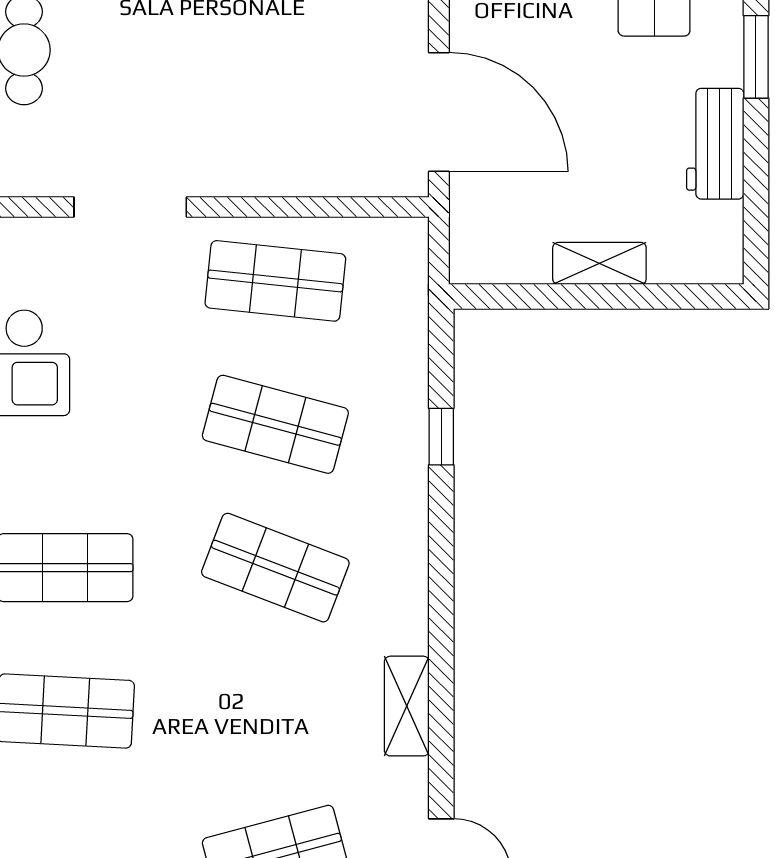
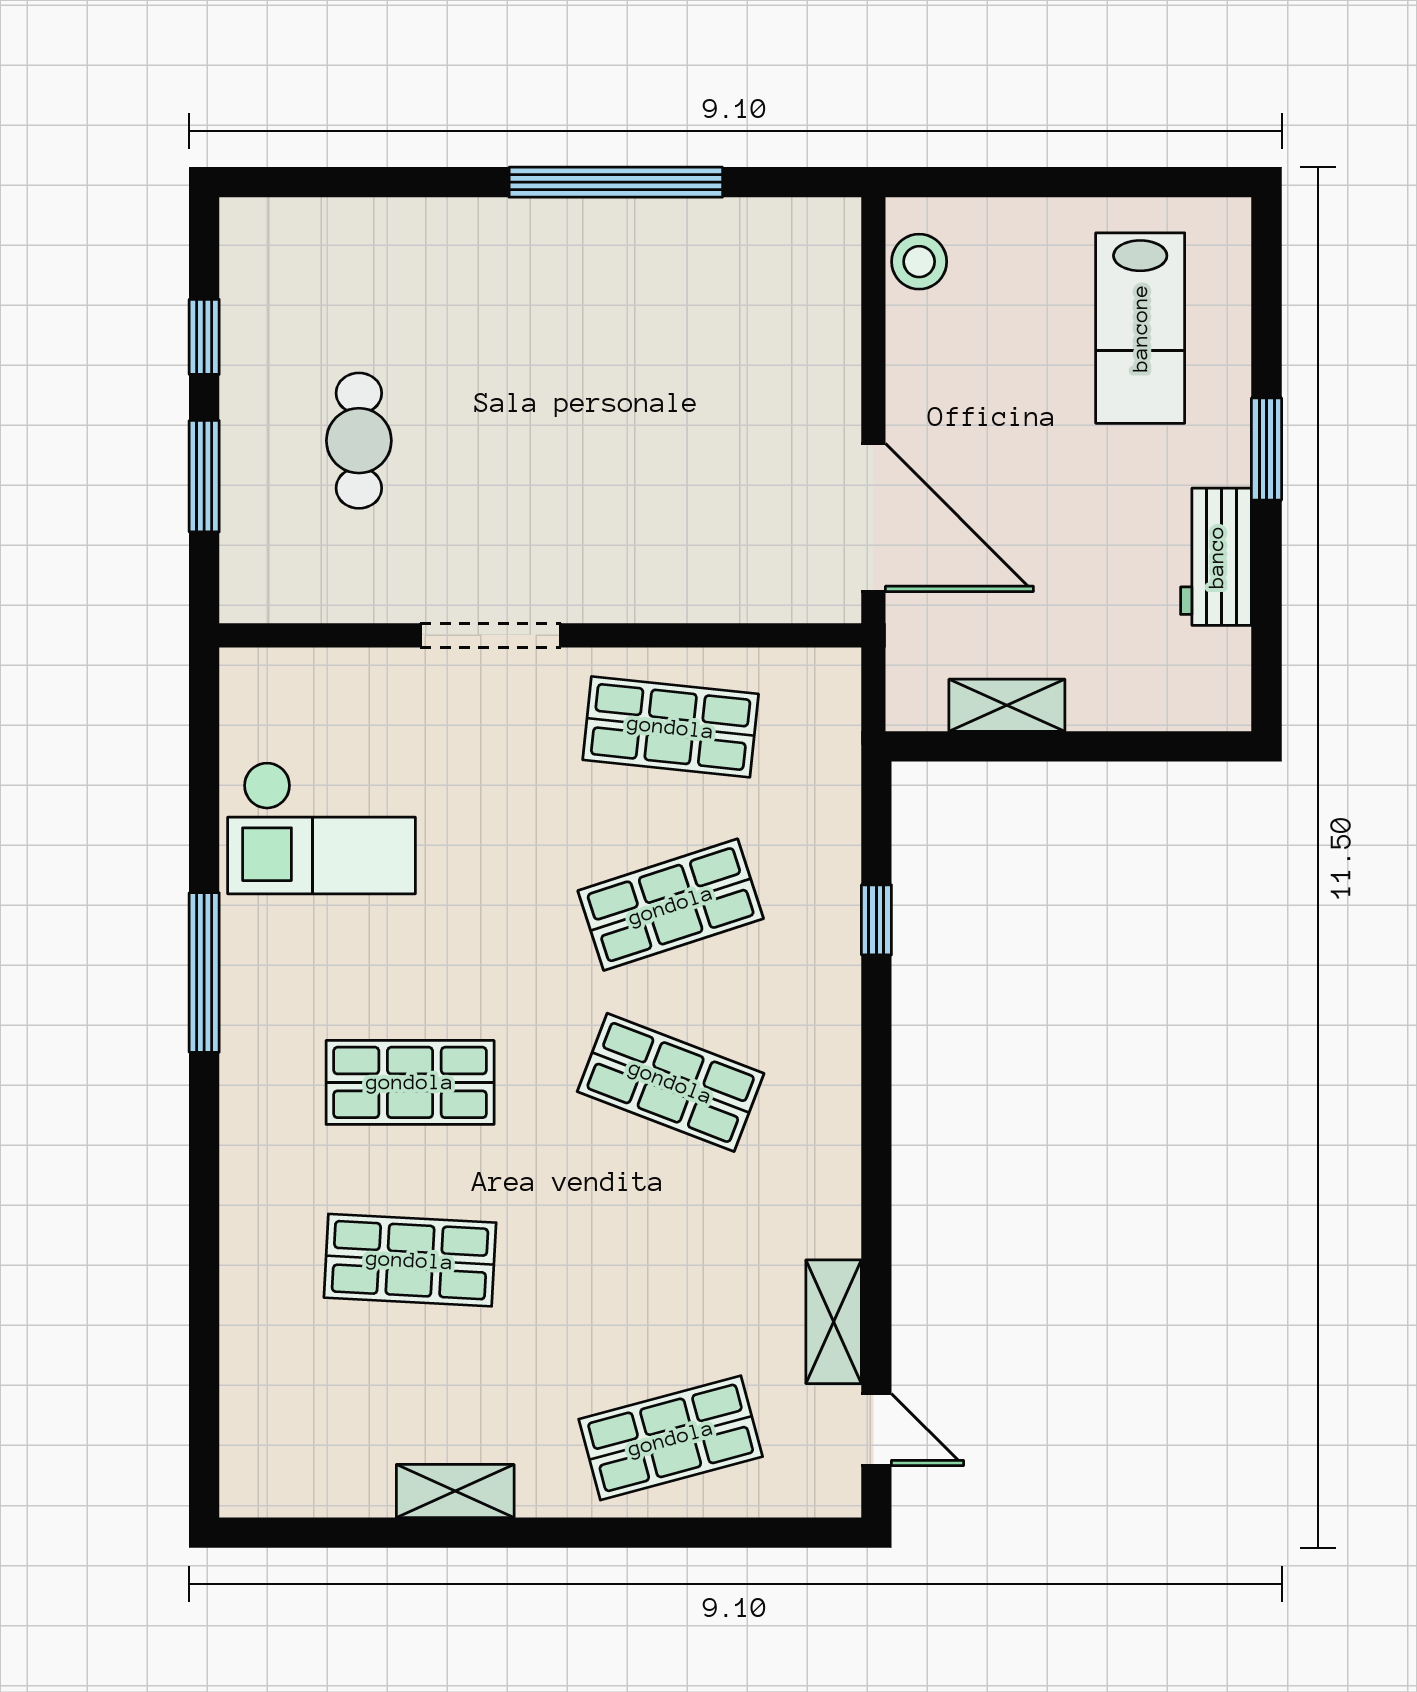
shelving: (599, 263) -> (1007, 705), moved
shop shelf: (275, 424) -> (671, 905), turned -33
shelving: (407, 706) -> (834, 1322), moved

